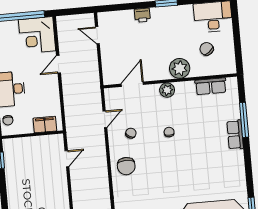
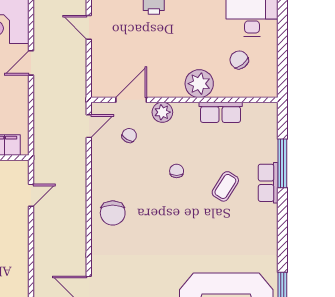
row of seats: (211, 86) -> (221, 112), moved
plant: (167, 90) -> (162, 112), moved
door: (105, 119) -> (89, 126), moved
chair: (131, 133) -> (129, 135), moved
coffee table: (205, 140) -> (225, 186), added

